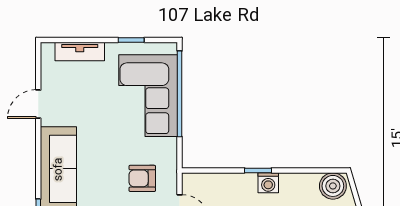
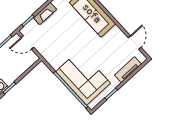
door: (38, 104) -> (135, 43), moved
armchair: (142, 178) -> (54, 41), removed

